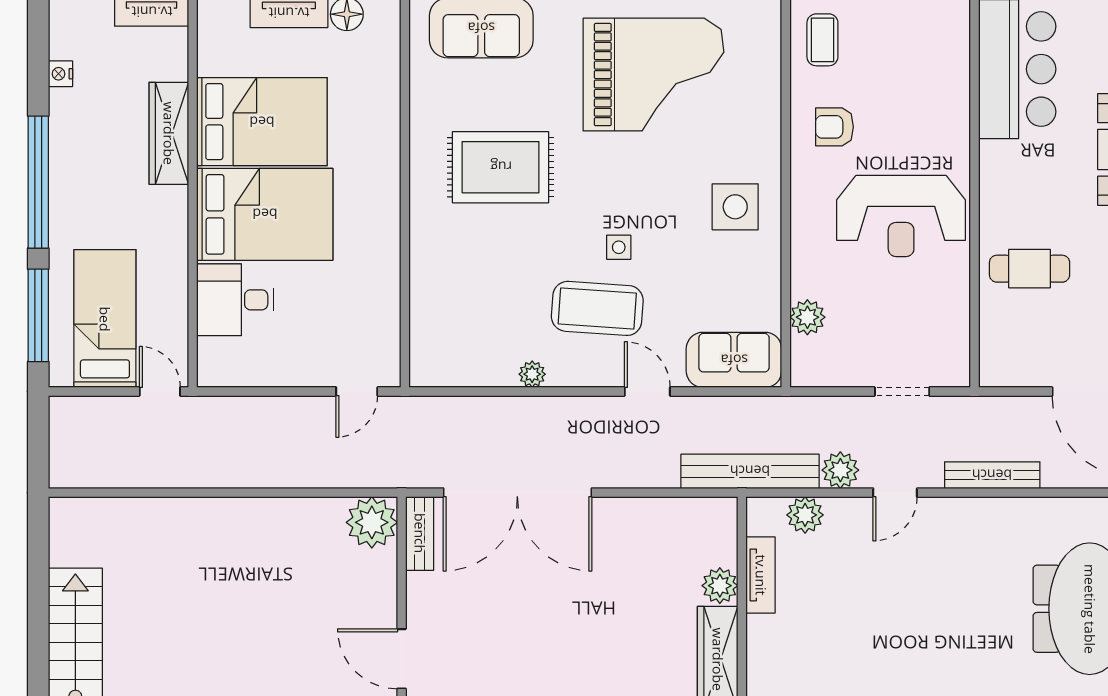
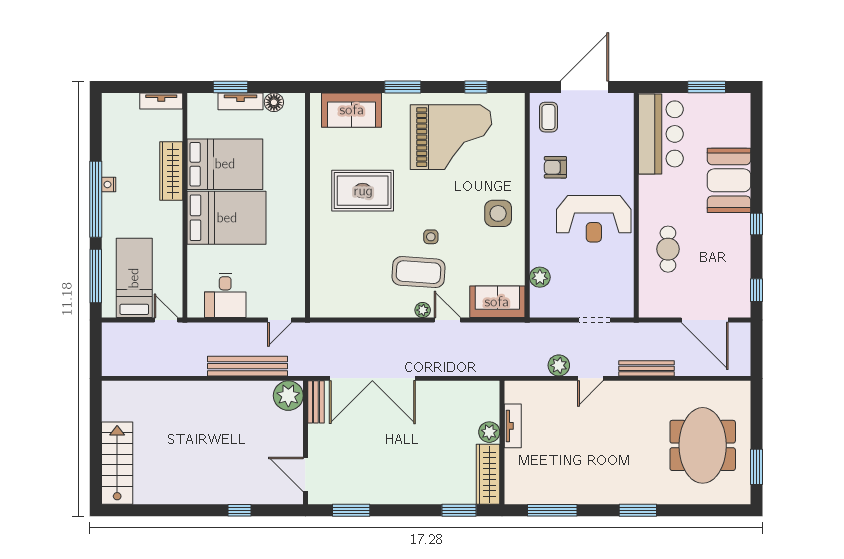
nightstand: (60, 74) -> (109, 184), moved
cafe table: (1030, 269) -> (668, 249), turned 90
desk: (235, 300) -> (225, 295), moved, turned -90
plant: (532, 374) -> (423, 310), moved
bench: (750, 471) -> (248, 366), moved
plant: (805, 515) -> (538, 391), removed

